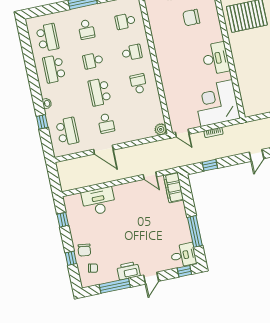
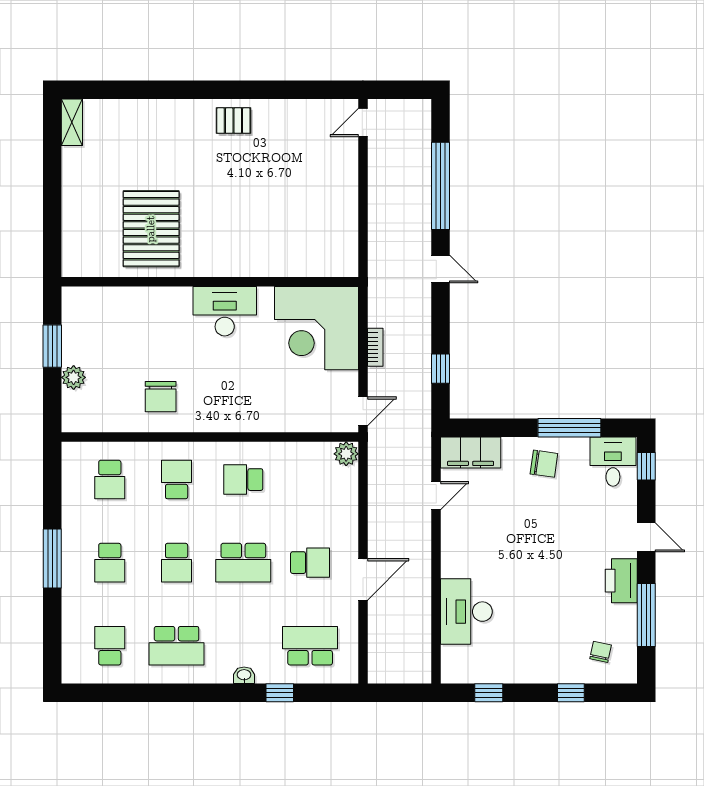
chair: (191, 18) -> (161, 397), moved
school desk: (86, 29) -> (110, 563), turned 90
school desk: (47, 38) -> (110, 646), width x0.54
chair: (84, 250) -> (544, 464), moved

